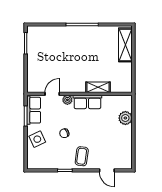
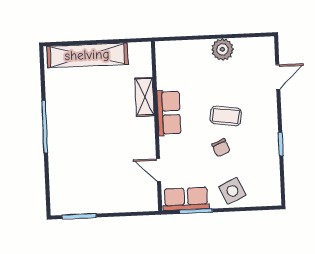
shelving: (125, 45) -> (87, 55), width x1.47
plant: (67, 100) -> (167, 145), removed
plant: (125, 118) -> (222, 49), moved
coffee table: (82, 156) -> (226, 116), moved

